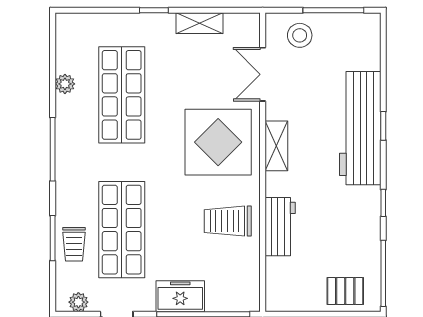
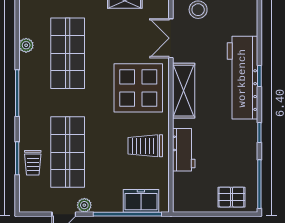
shelving: (276, 146) -> (184, 91), width x1.50, depth x1.33
freezer: (180, 296) -> (141, 201), moved
plant: (78, 302) -> (84, 205), moved

